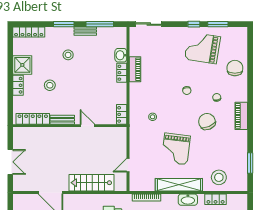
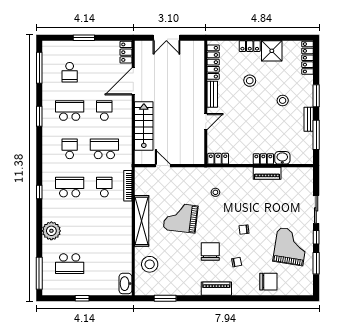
sliding door: (149, 24) -> (316, 209), moved
chair: (207, 122) -> (210, 251), turned -67
locker: (216, 199) -> (126, 52), moved
washbasin: (188, 200) -> (125, 284), moved

